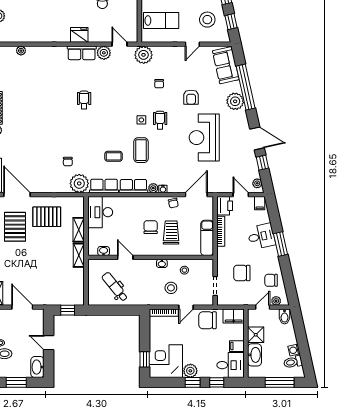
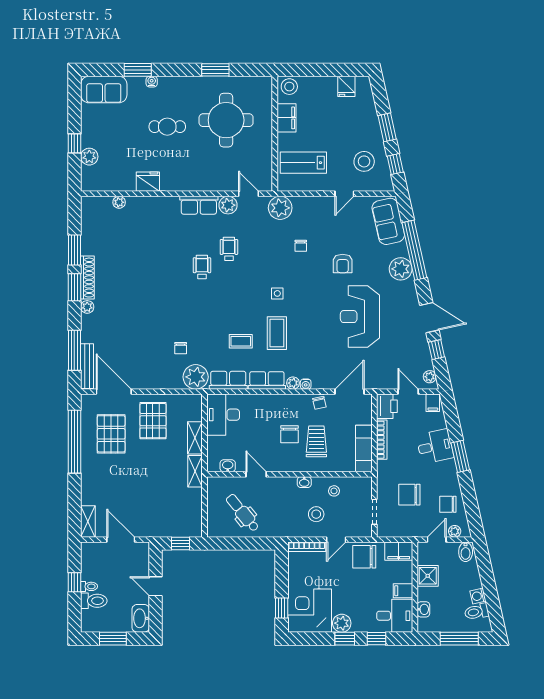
lab bench: (161, 21) -> (303, 163), turned 180
fridge: (79, 35) -> (148, 182), moved
wheelchair: (160, 120) -> (229, 249), moved
pallet: (47, 217) -> (153, 421), turned 90
chair: (151, 227) -> (290, 434), turned 180
washbasin: (255, 355) -> (423, 609), width x0.52, depth x0.69

